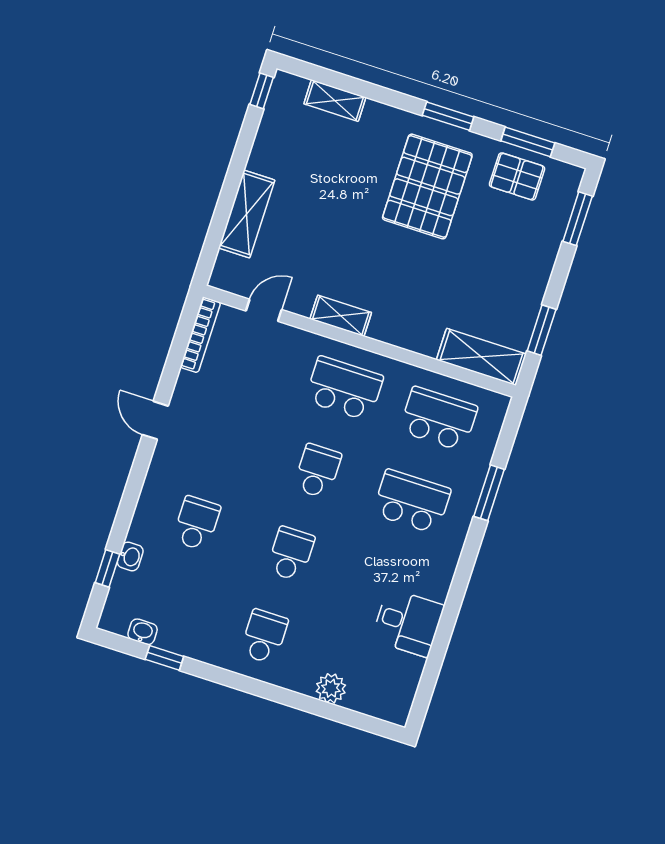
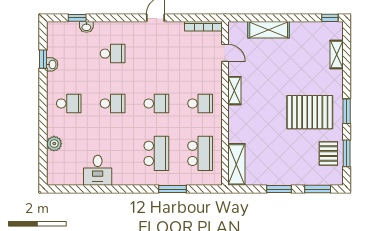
window: (542, 330) -> (279, 189), moved
school desk: (344, 388) -> (200, 103), width x0.54
washbasin: (143, 632) -> (52, 64), moved

